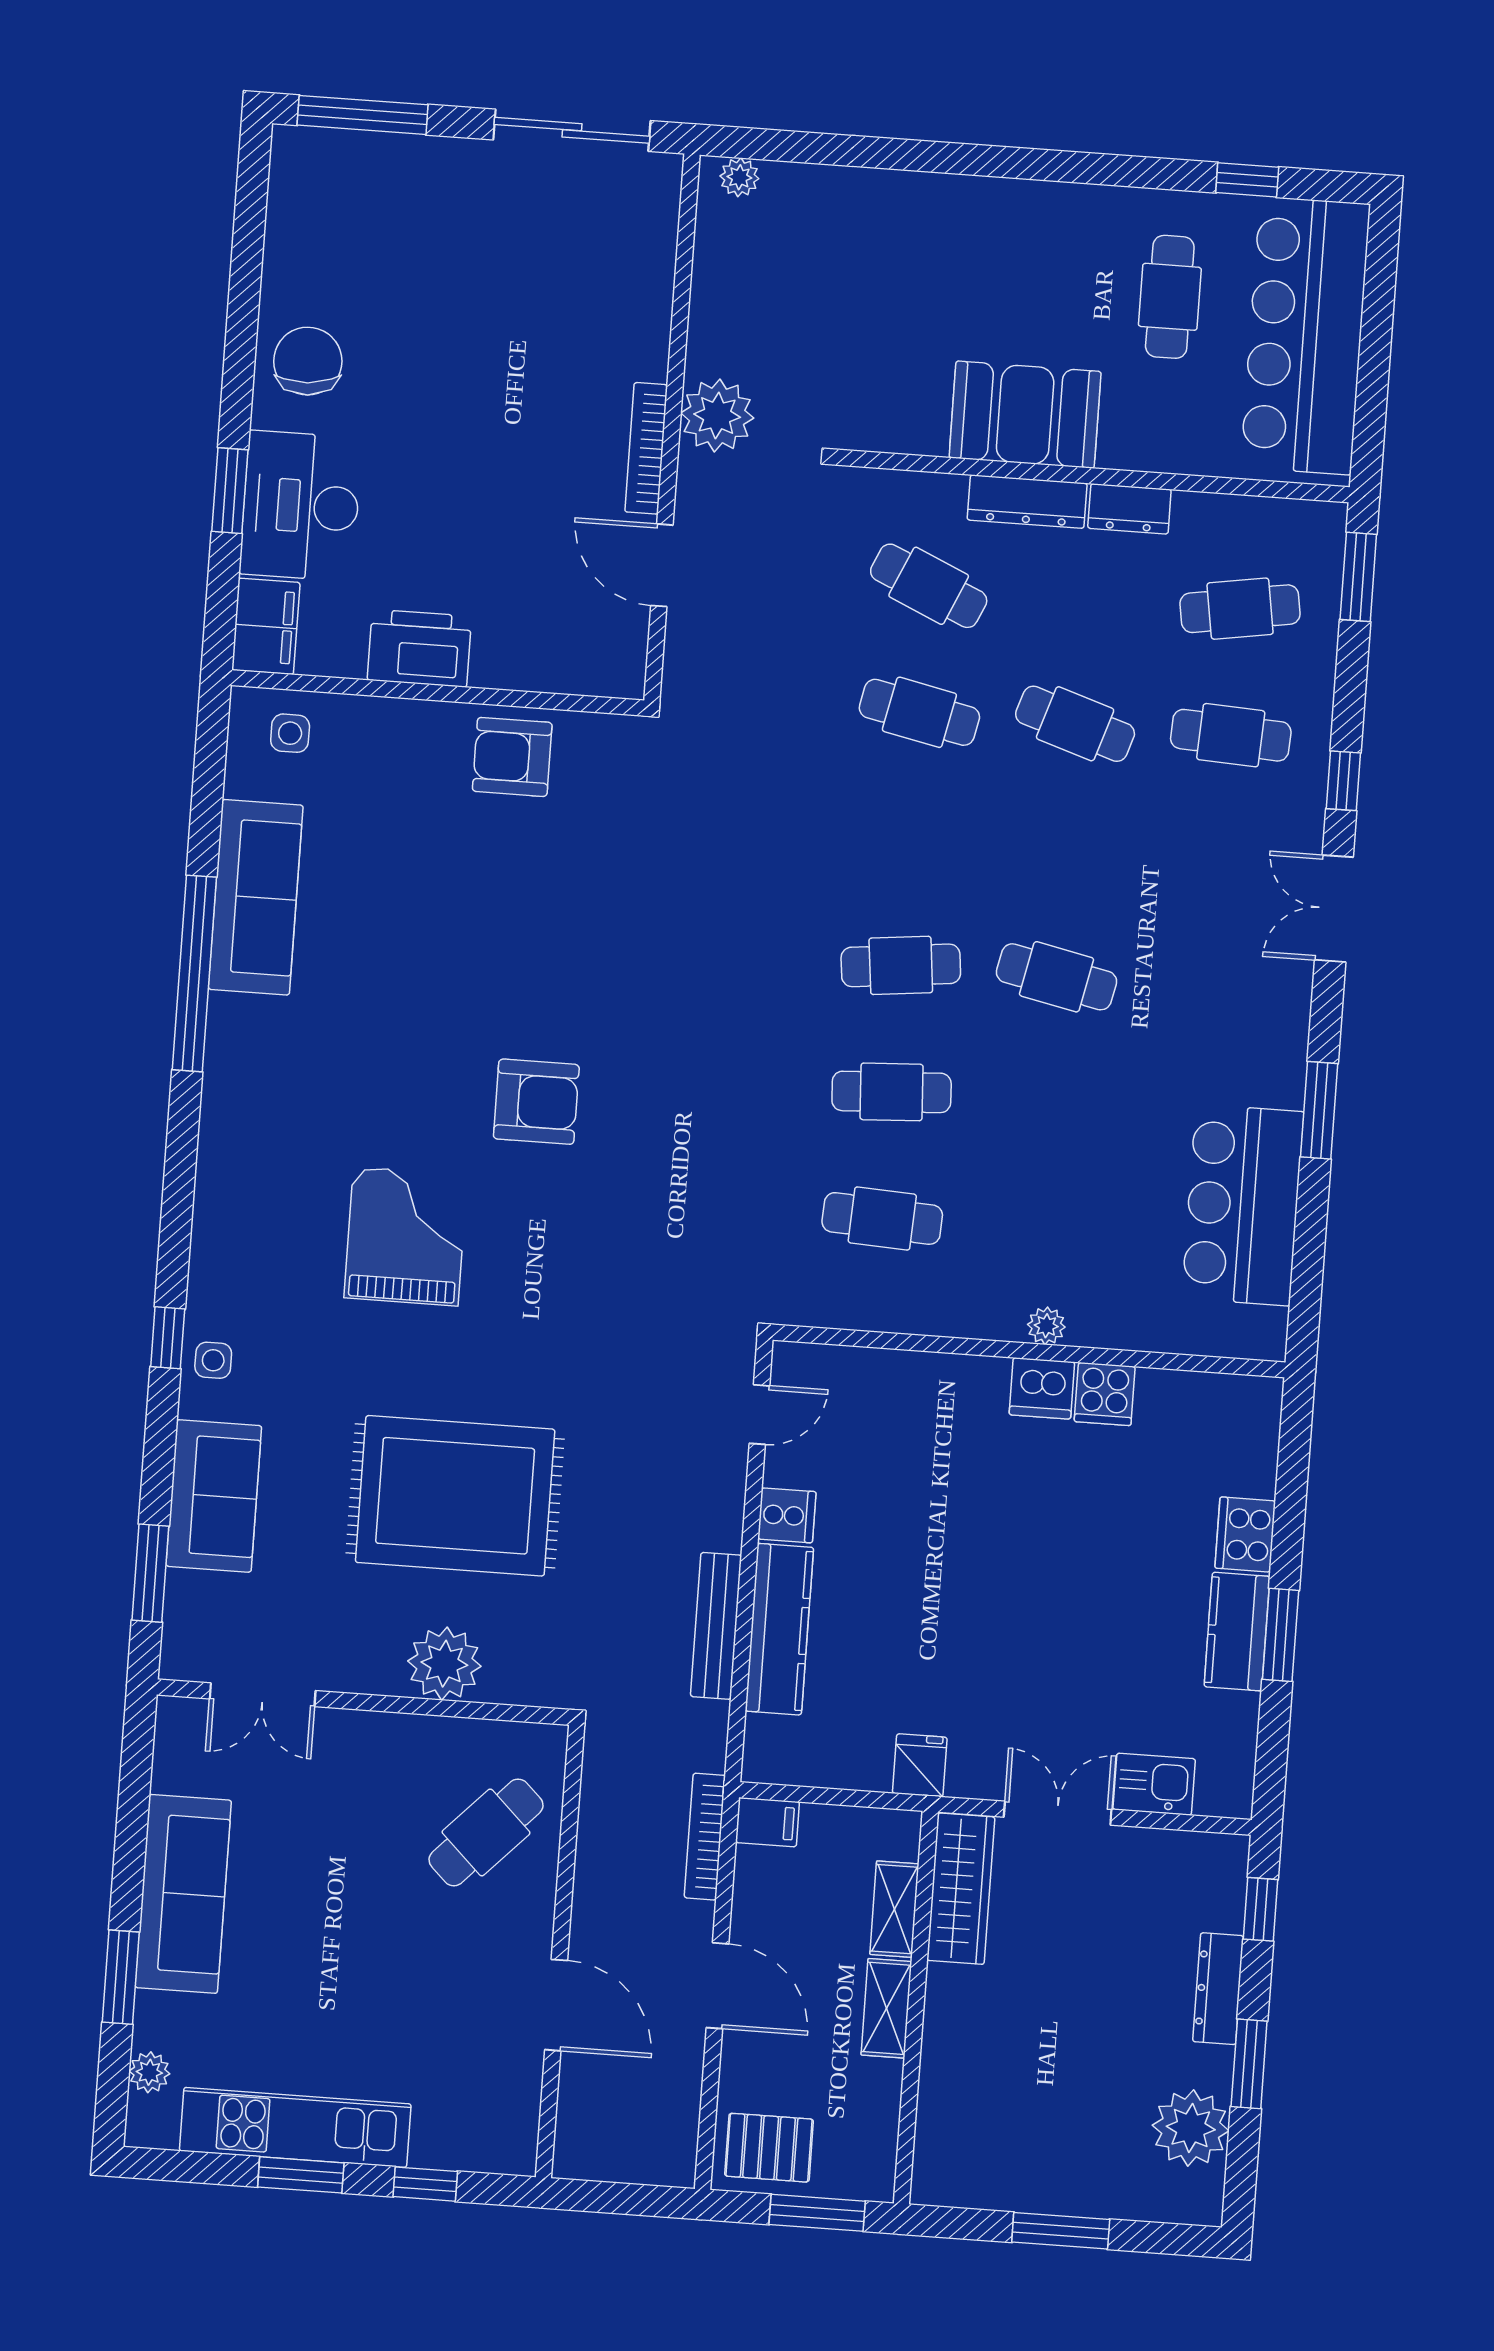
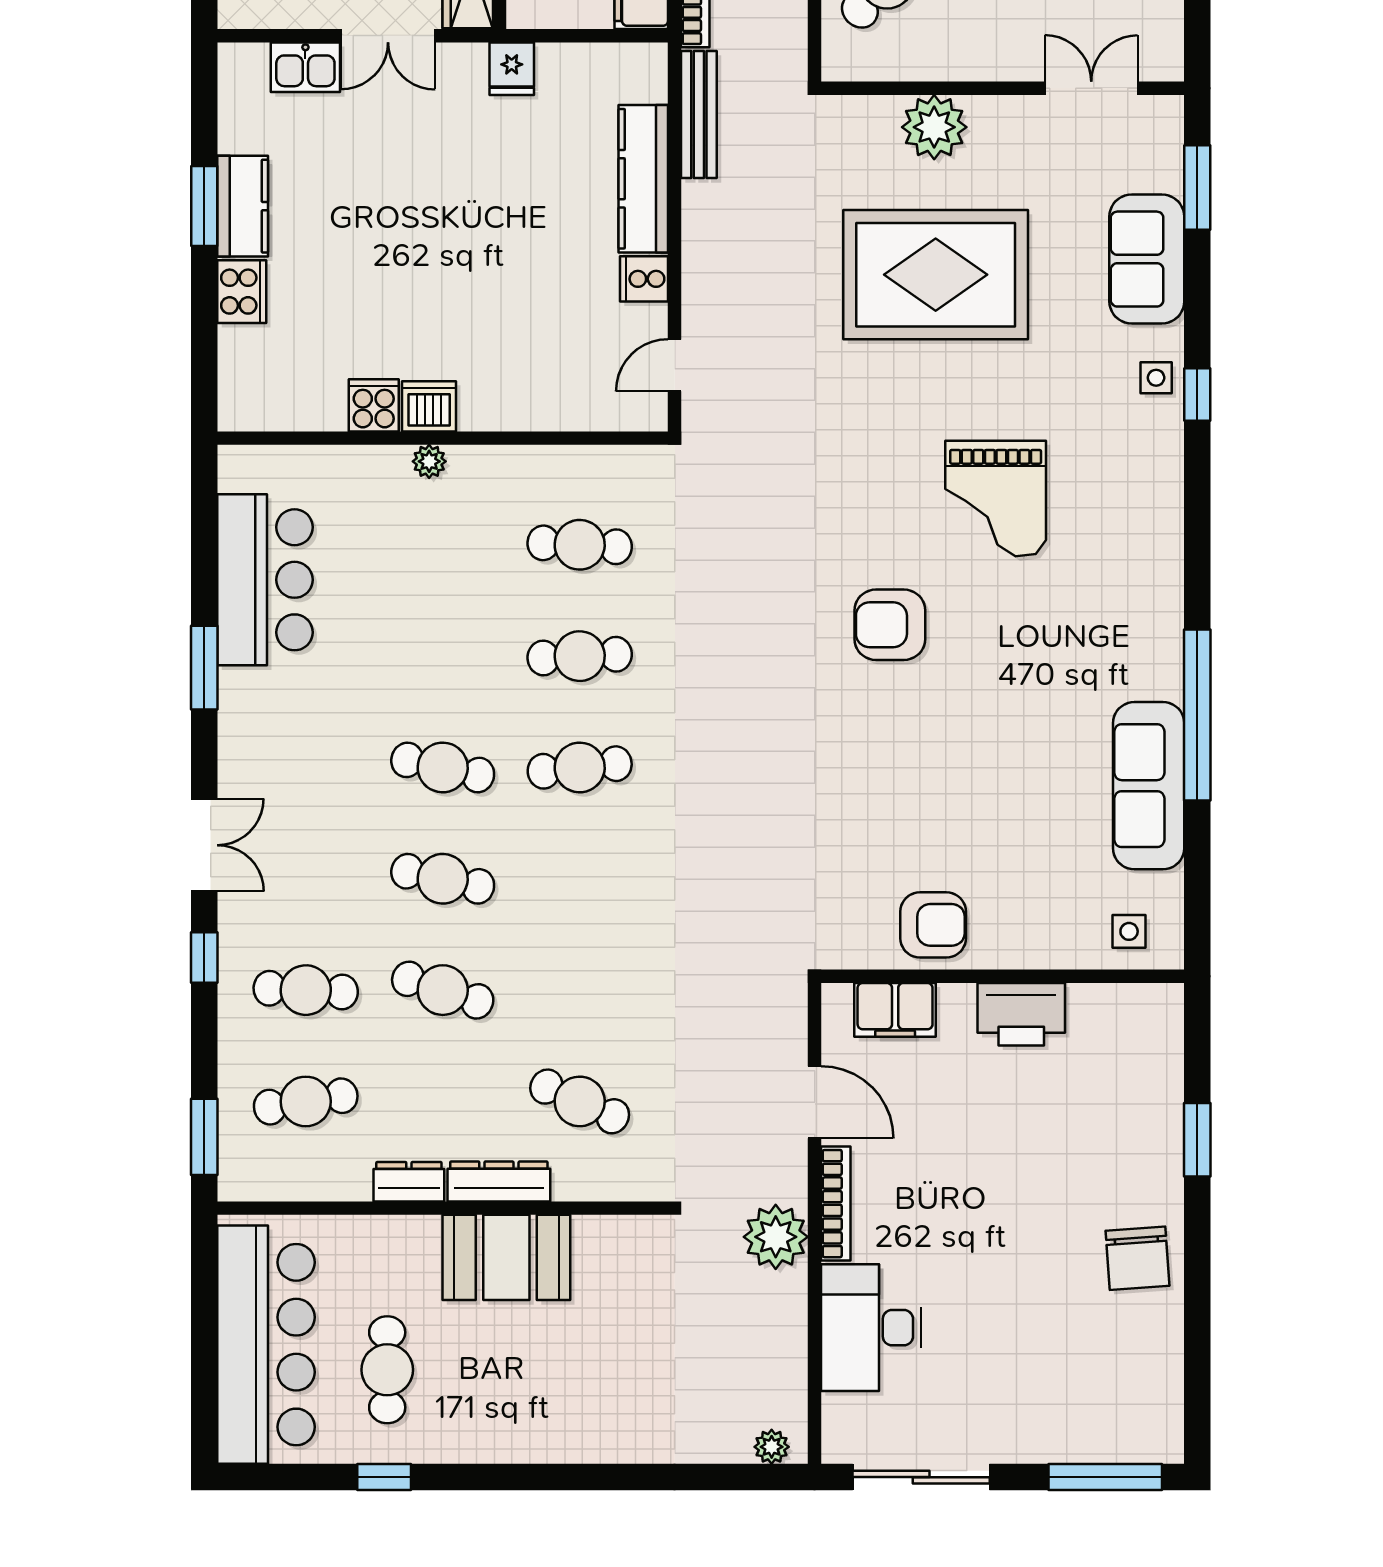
window: (1247, 180) -> (384, 1477), moved
desk: (301, 506) -> (871, 1328), moved, turned 180
filing cabinet: (266, 626) -> (895, 1010), moved, turned -90
cafe table: (919, 712) -> (443, 879), moved
bench: (716, 1626) -> (699, 115), moved

